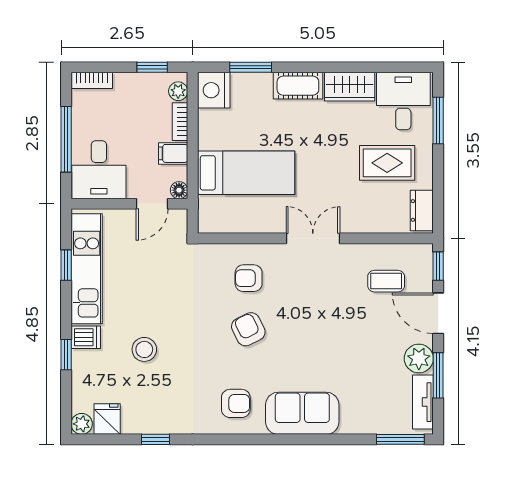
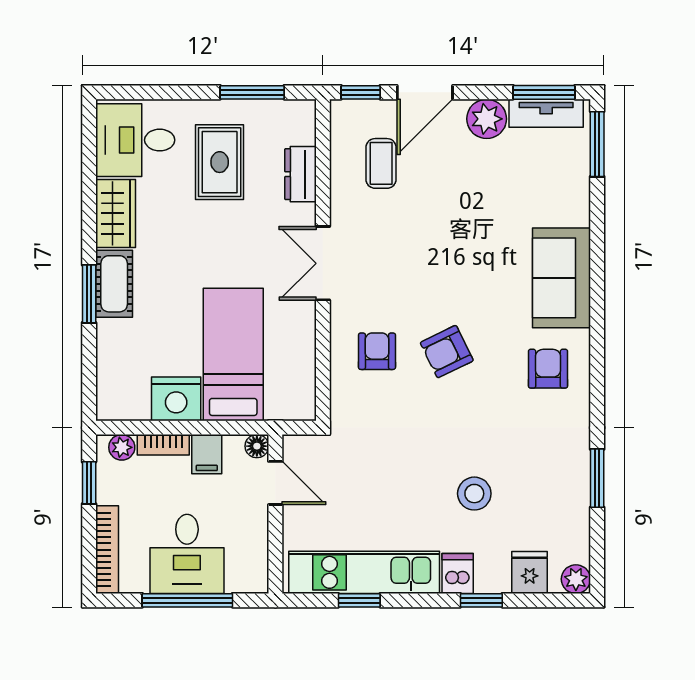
window: (251, 67) -> (89, 294), moved
bookcase: (92, 80) -> (107, 550), width x1.56
nightstand: (214, 90) -> (176, 399), moved
window: (438, 120) -> (252, 92), moved
desk: (99, 170) -> (187, 554), moved, turned 90
dresser: (422, 210) -> (300, 174), moved, turned 90
armchair: (249, 278) -> (377, 351), turned 180
window: (438, 375) -> (544, 92), moved
fridge: (107, 419) -> (530, 573), moved, turned 90
window: (156, 439) -> (597, 478), width x1.50

